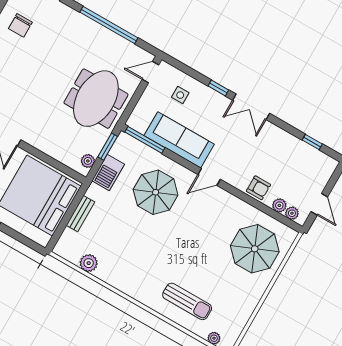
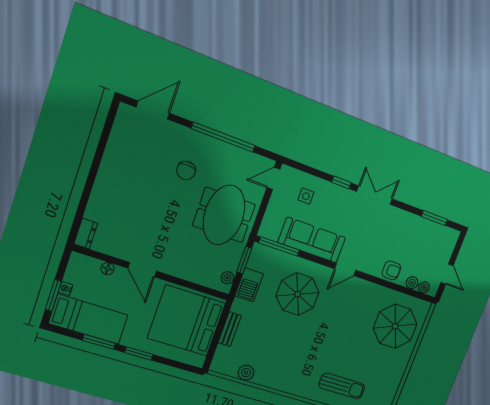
chair: (20, 25) -> (186, 171), moved
double door: (251, 107) -> (375, 195), swing flipped
window: (312, 142) -> (434, 218), width x1.50

